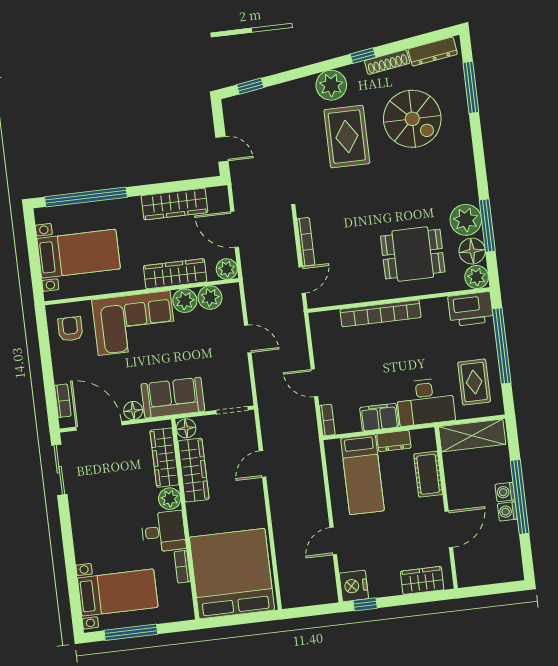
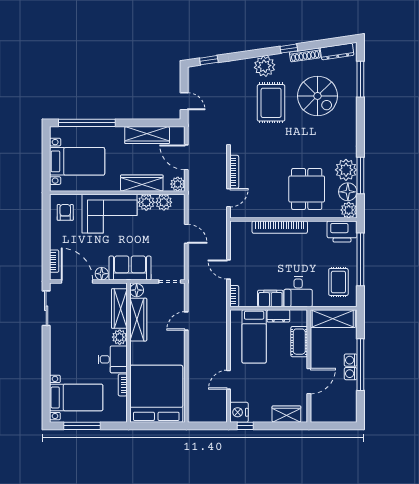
dining table: (413, 254) -> (307, 189), turned 90
desk: (425, 402) -> (298, 292), width x0.73

